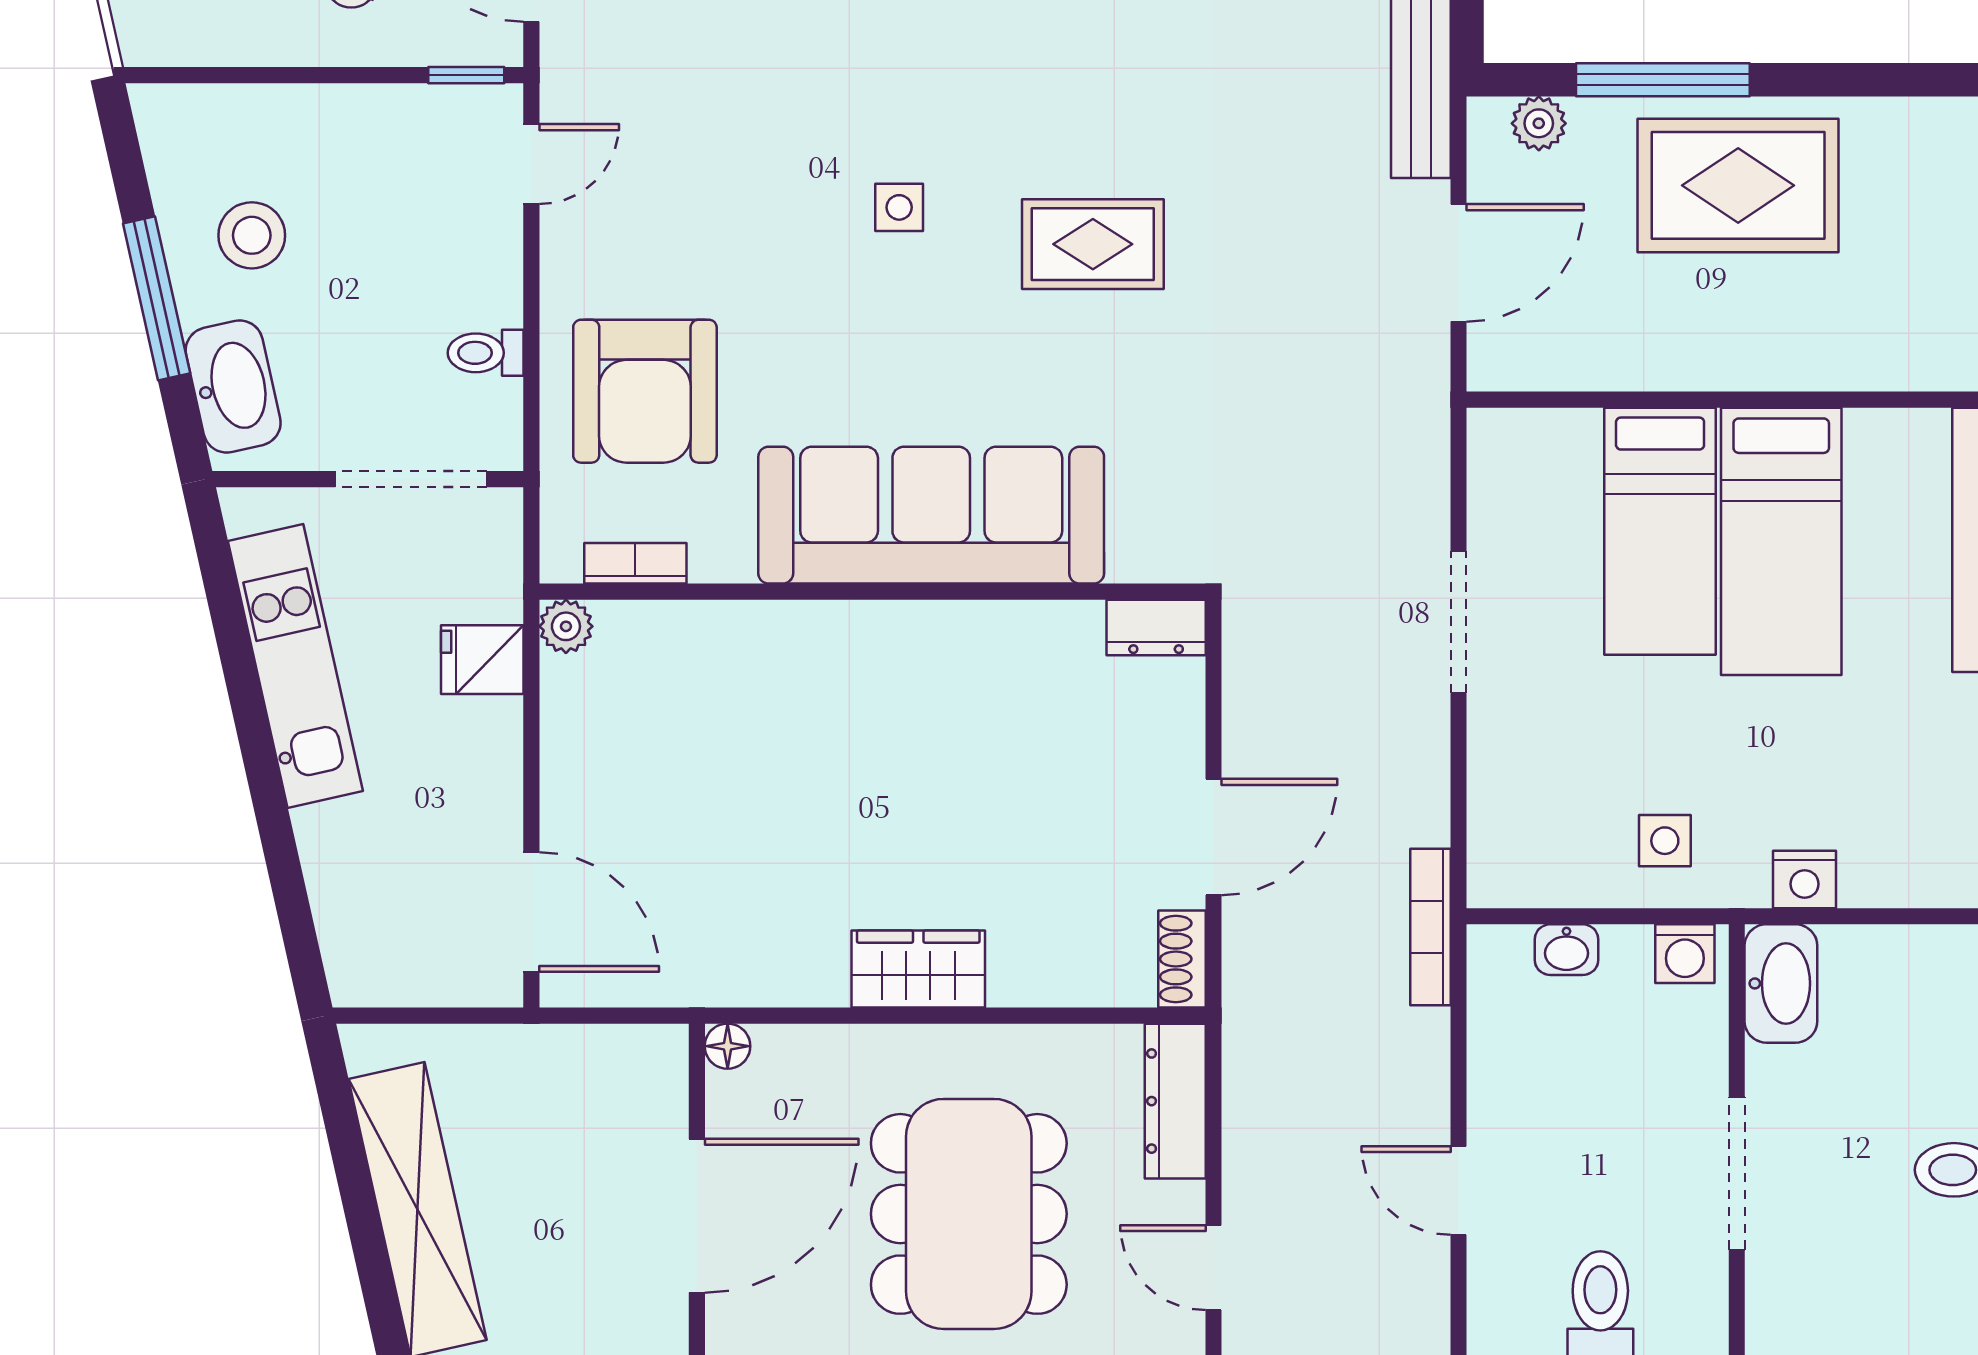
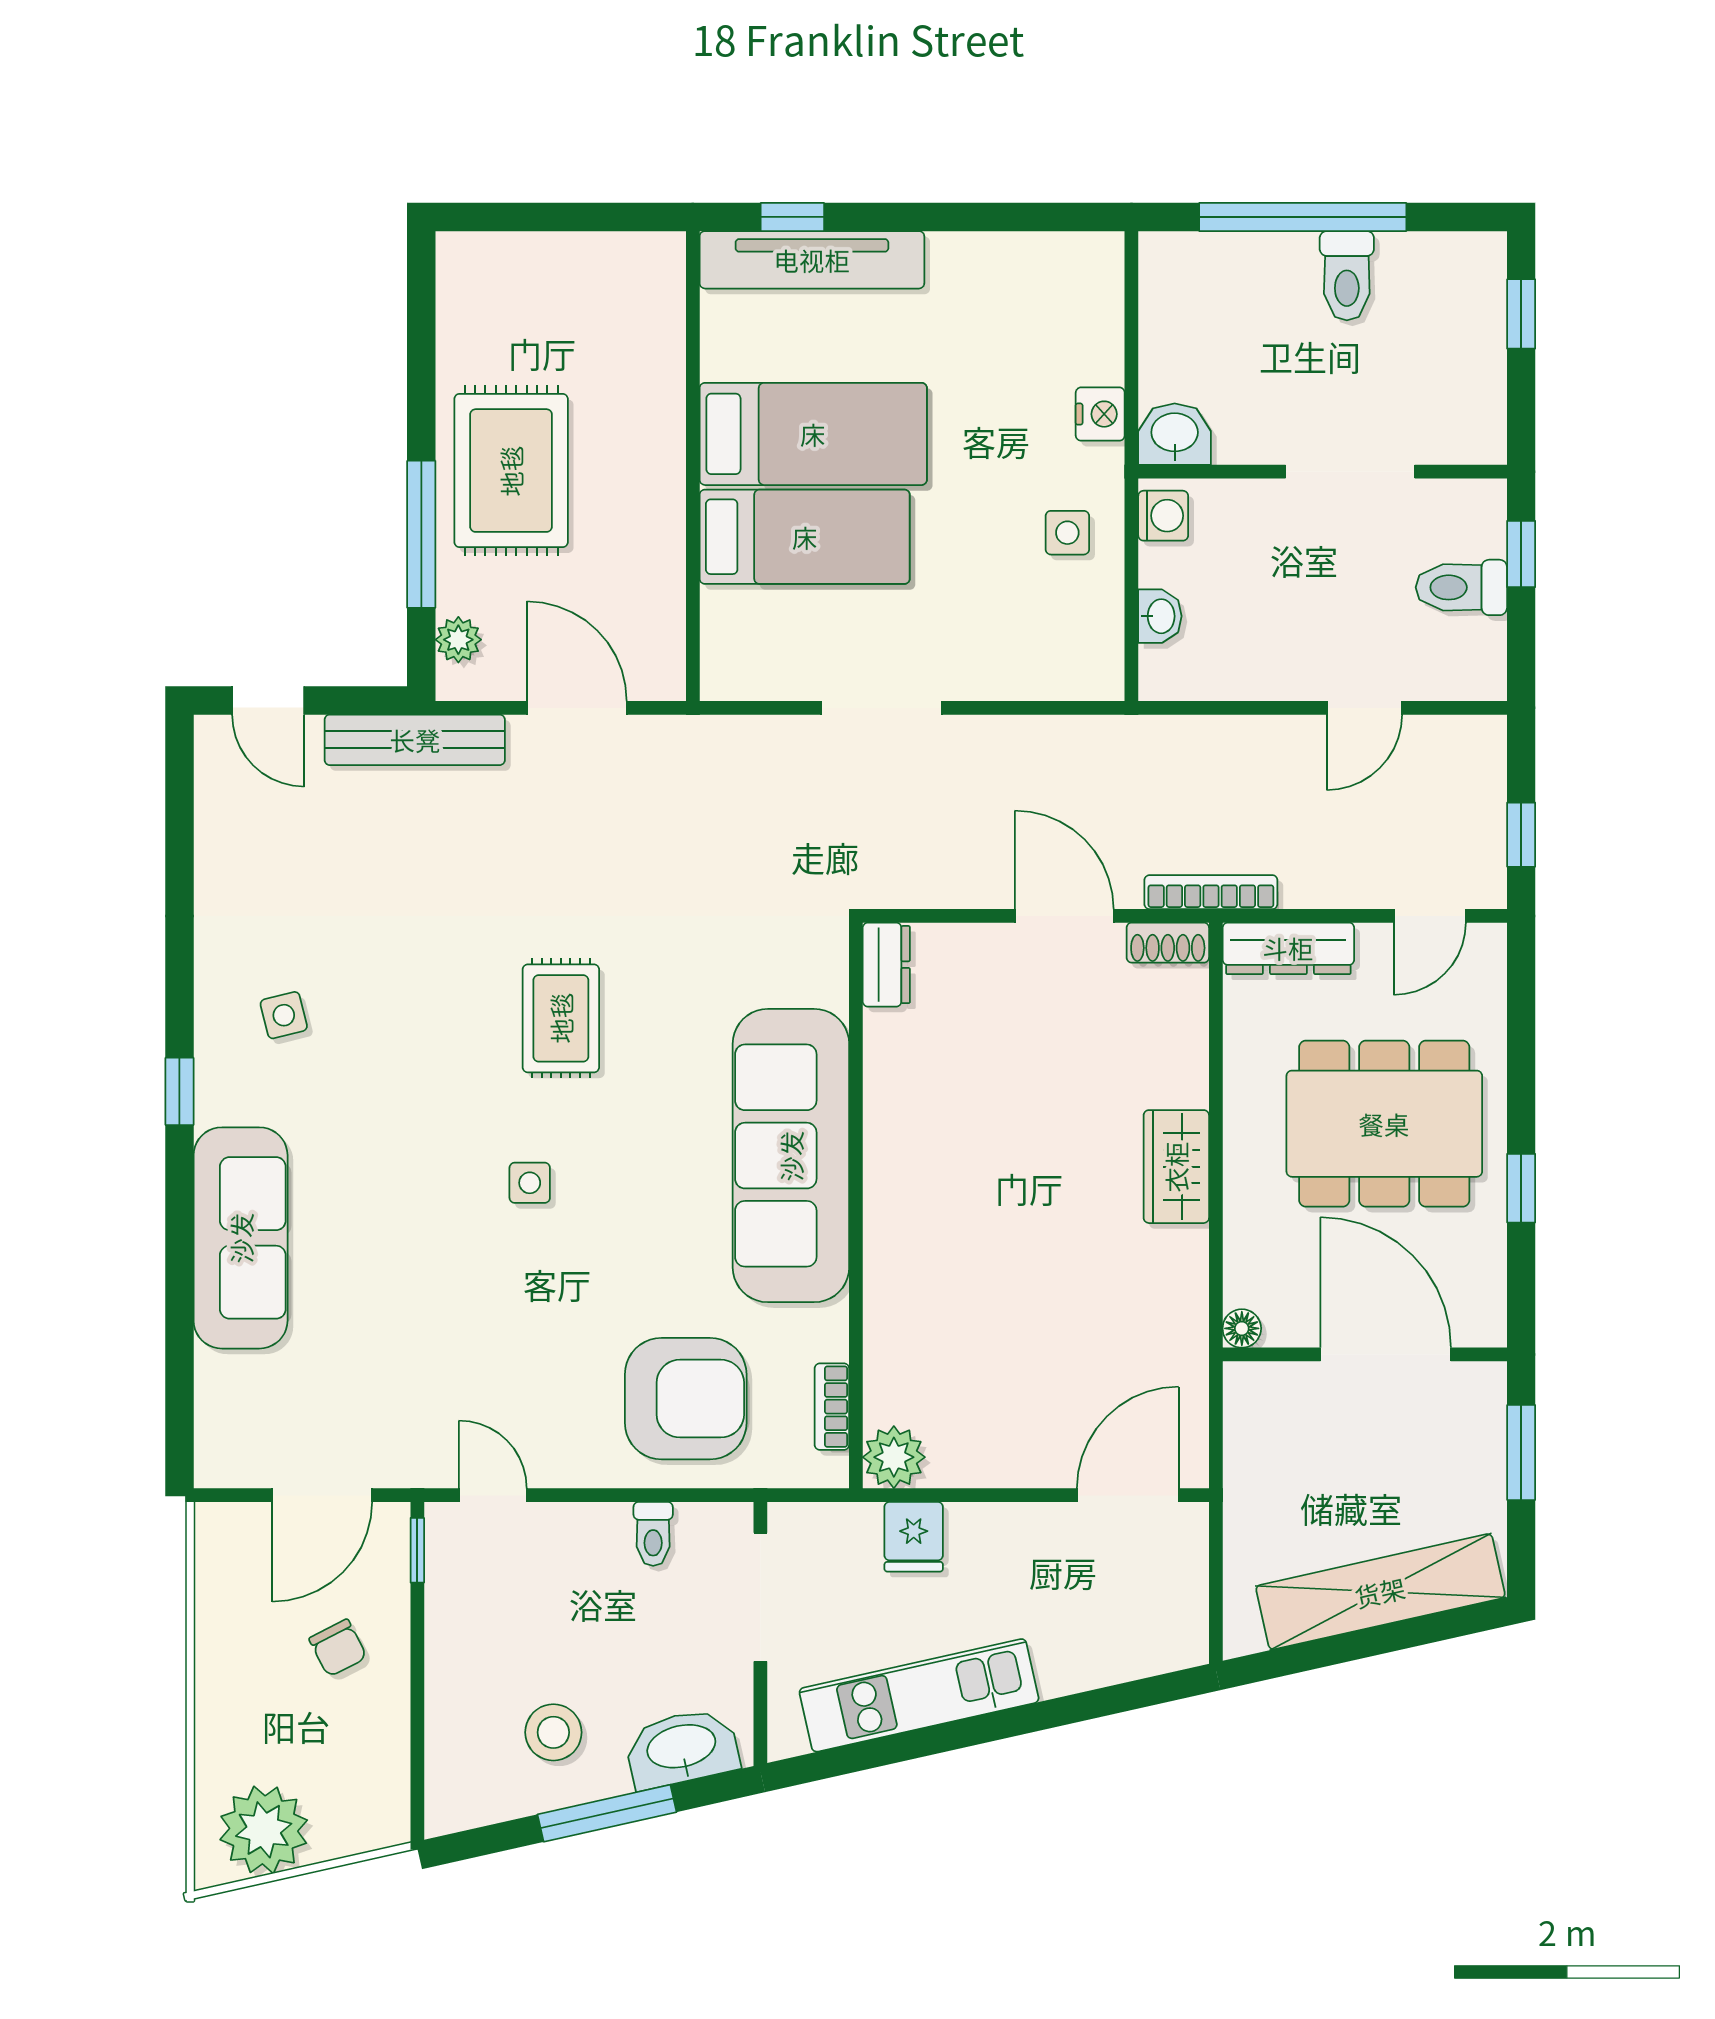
plant: (566, 626) -> (894, 1457), width x1.38, depth x1.38
bookcase: (1431, 927) -> (1211, 892), moved, turned 180
washbasin: (1781, 983) -> (1175, 434), width x0.72

